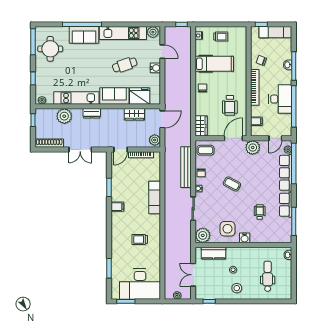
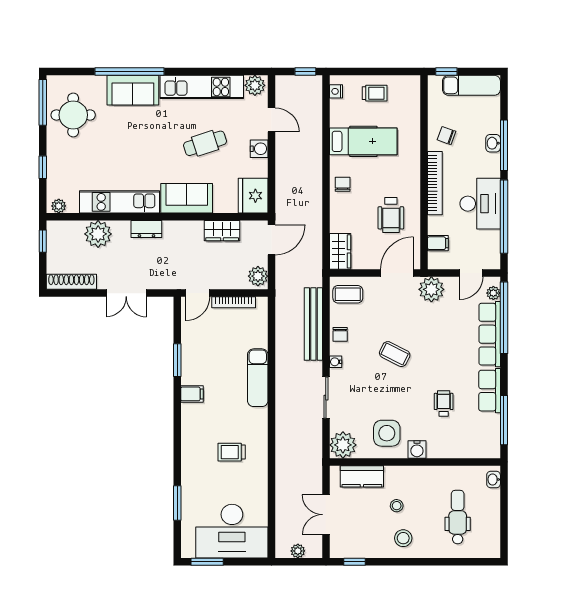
fridge: (140, 96) -> (253, 196), moved, turned -90

